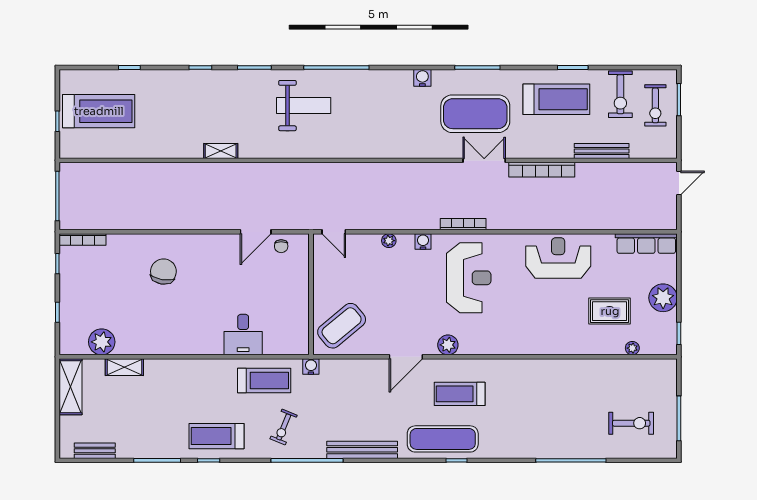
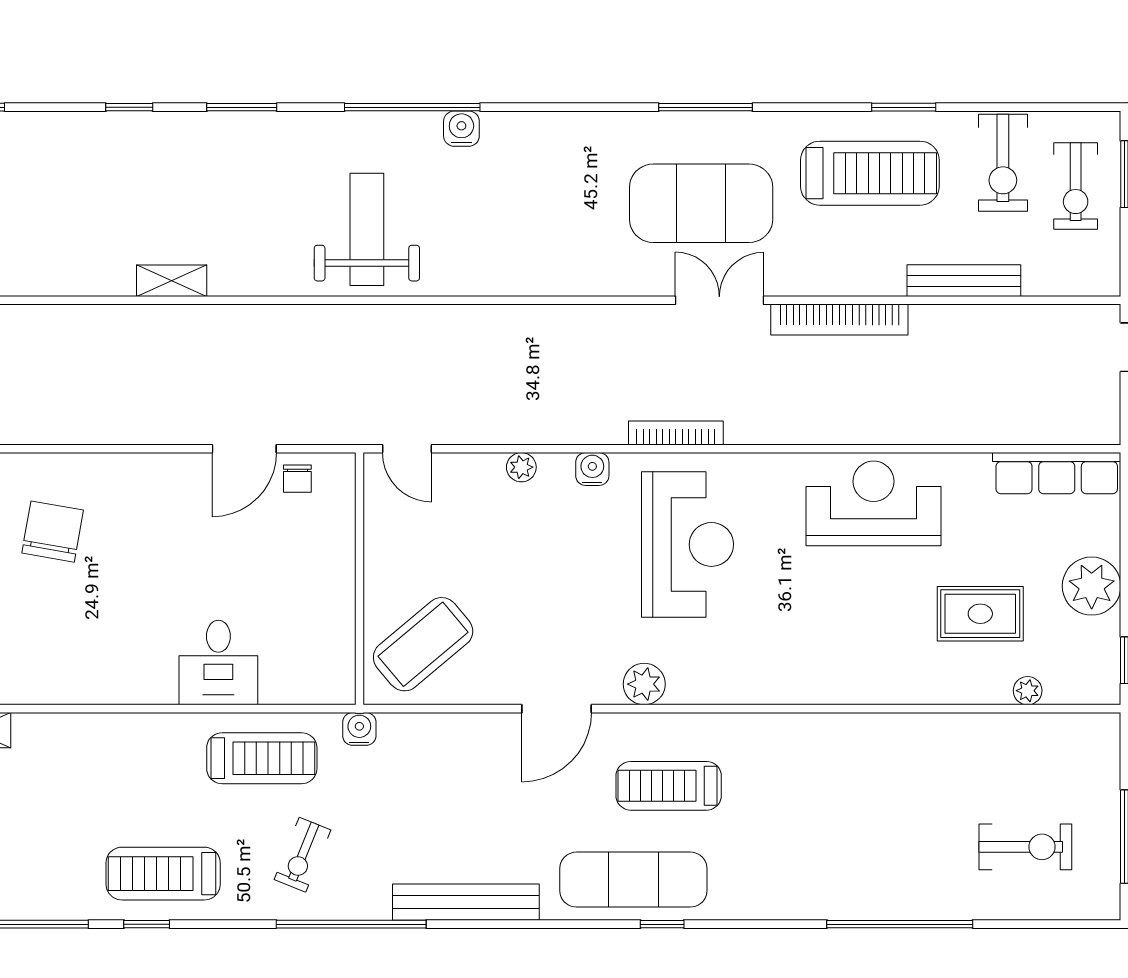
water cooler: (422, 78) -> (461, 129), moved
weight bench: (304, 106) -> (367, 229), moved, turned -90

